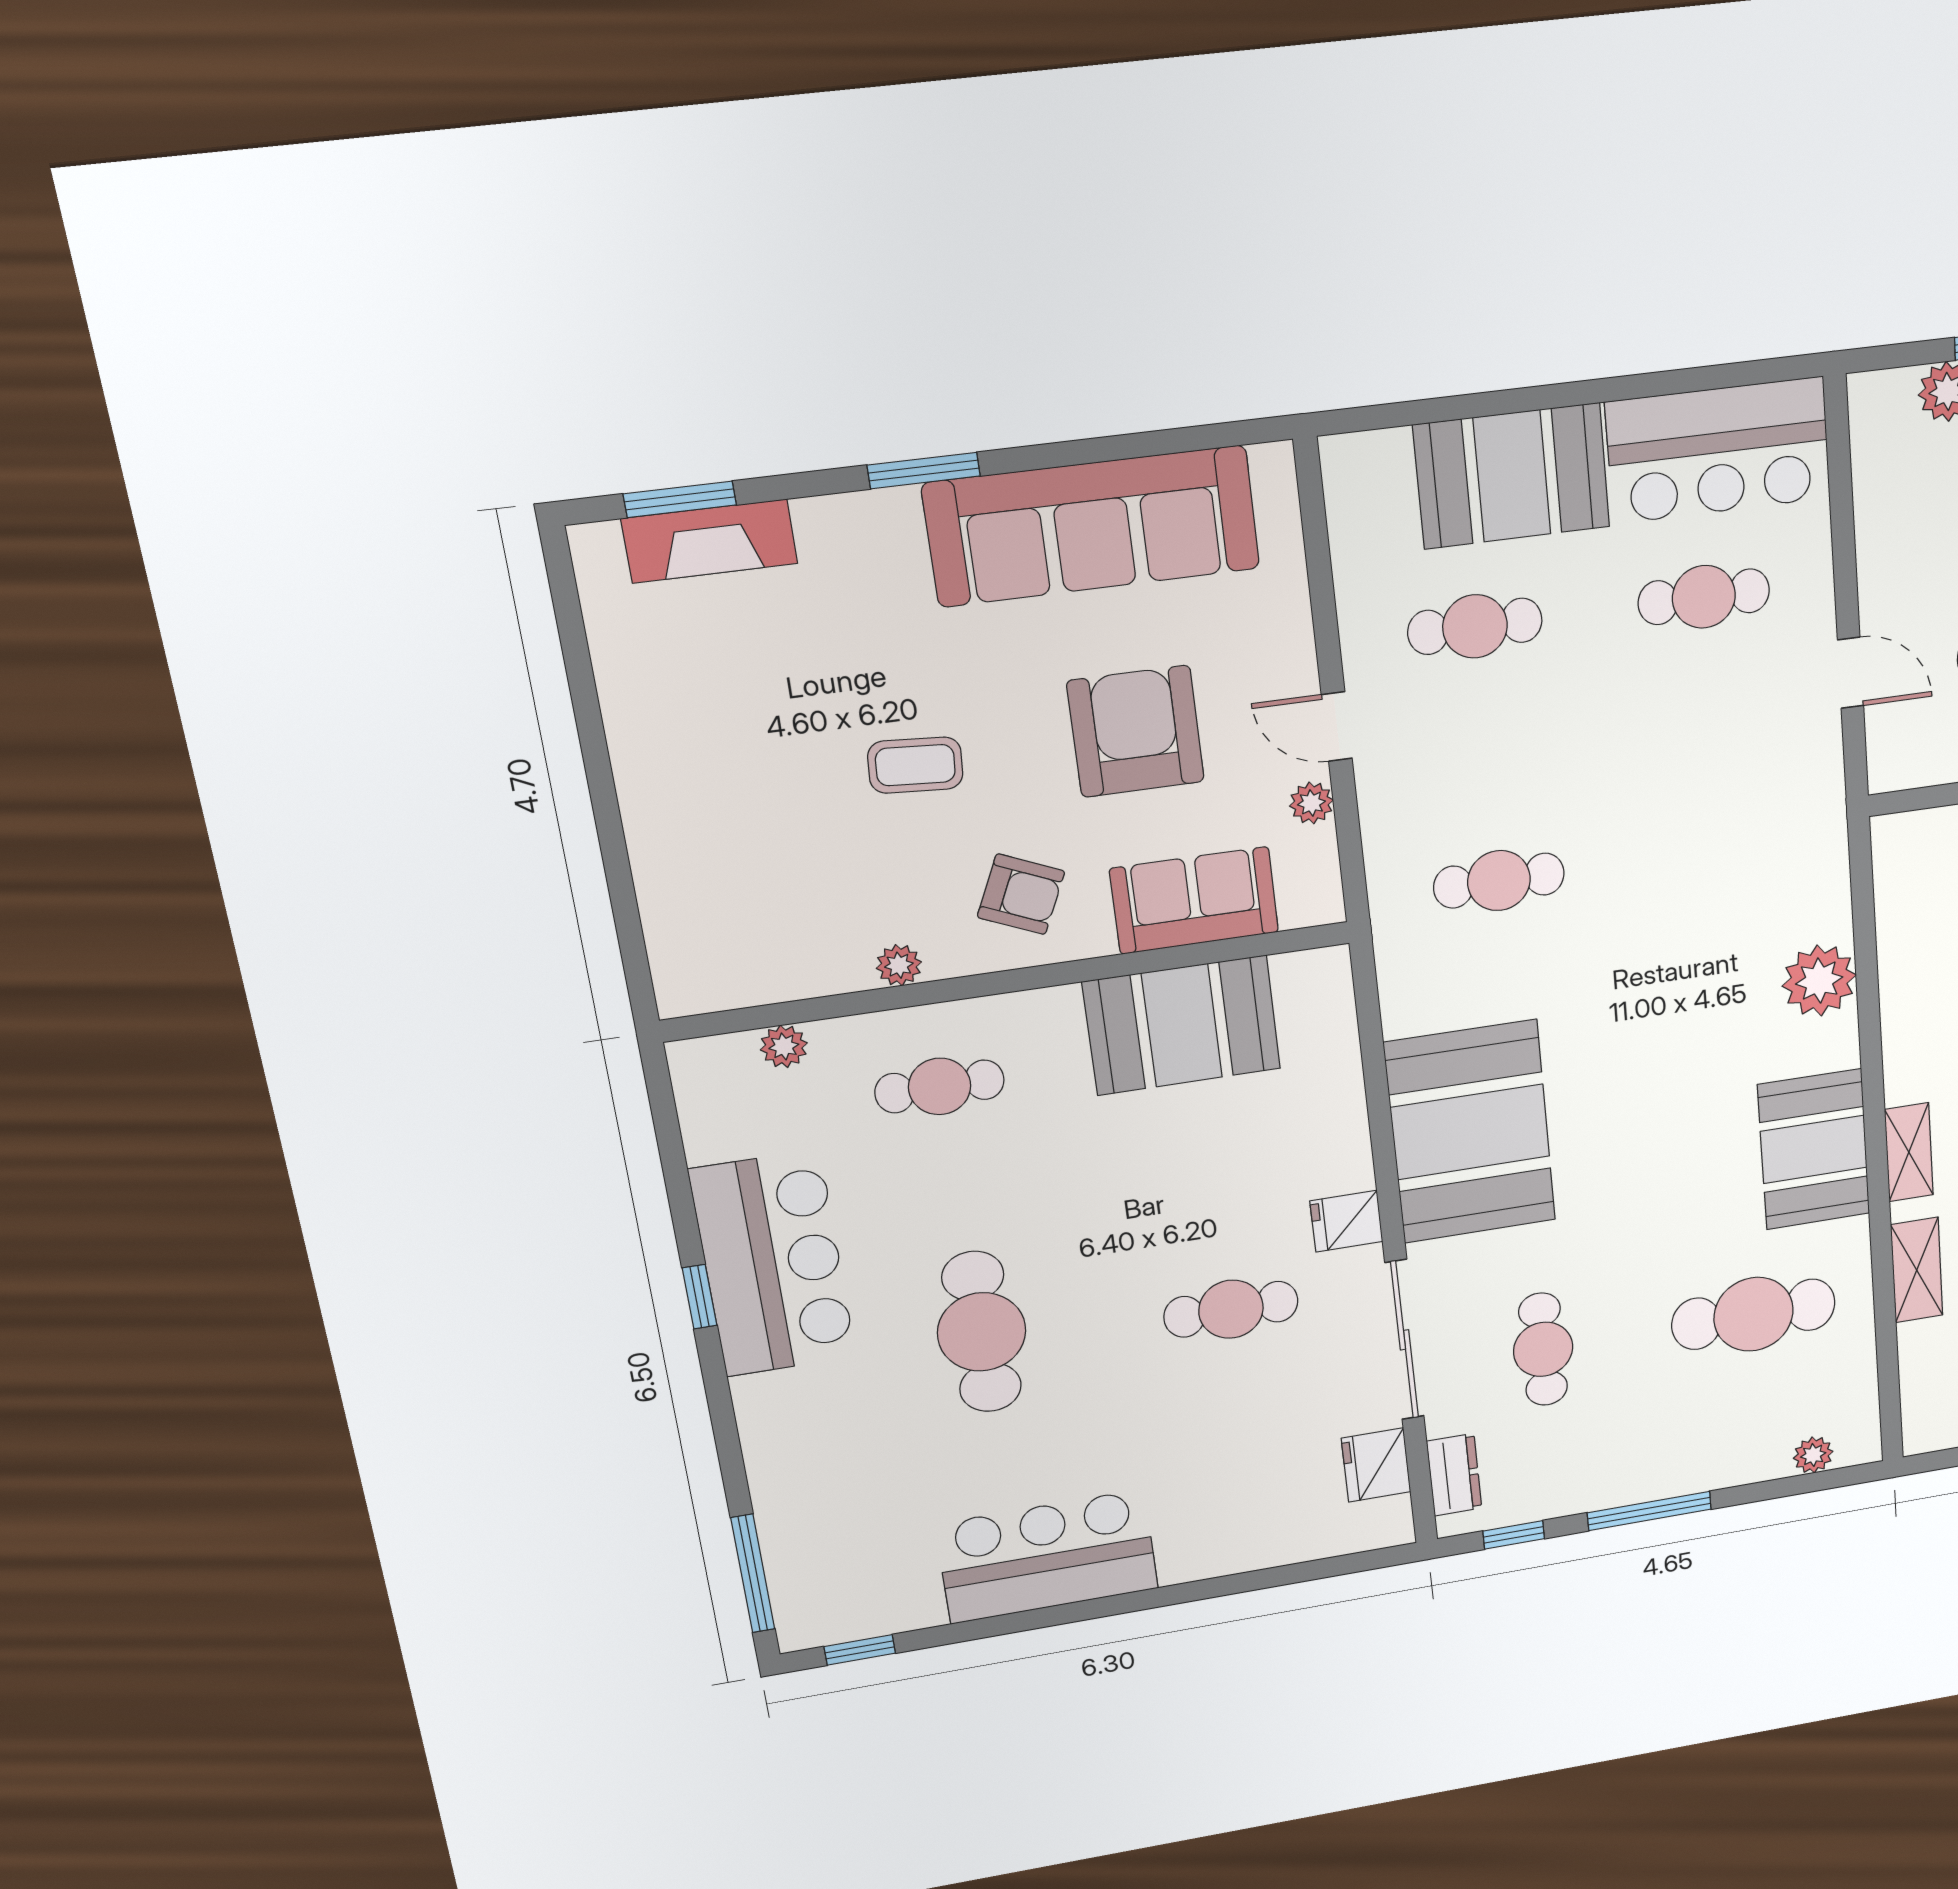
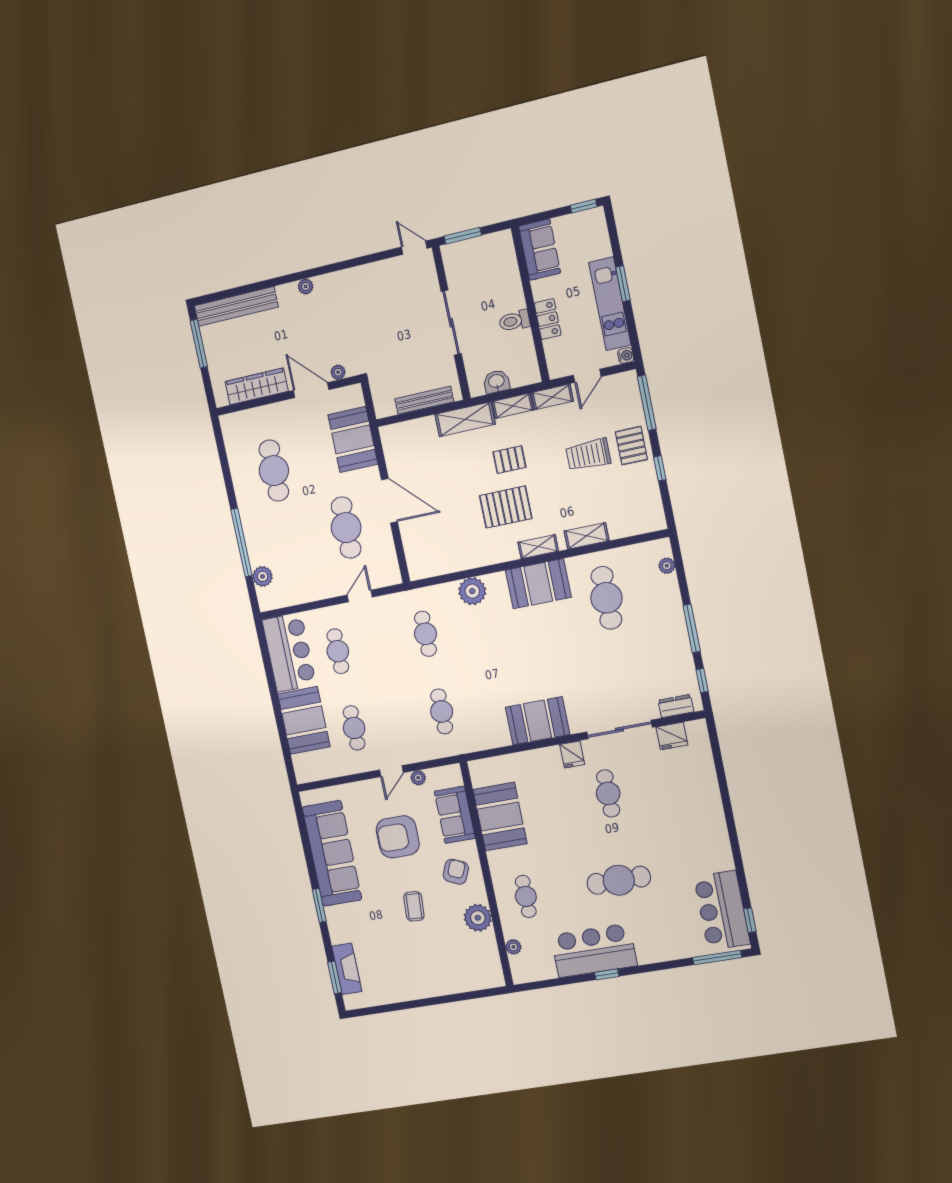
plant: (899, 965) -> (478, 918), width x1.87, depth x1.87
booth: (1470, 1132) -> (538, 721), width x0.73, depth x0.70
cafe table: (1543, 1349) -> (425, 634), moved, turned 90
bar counter: (1047, 1557) -> (722, 910), moved

